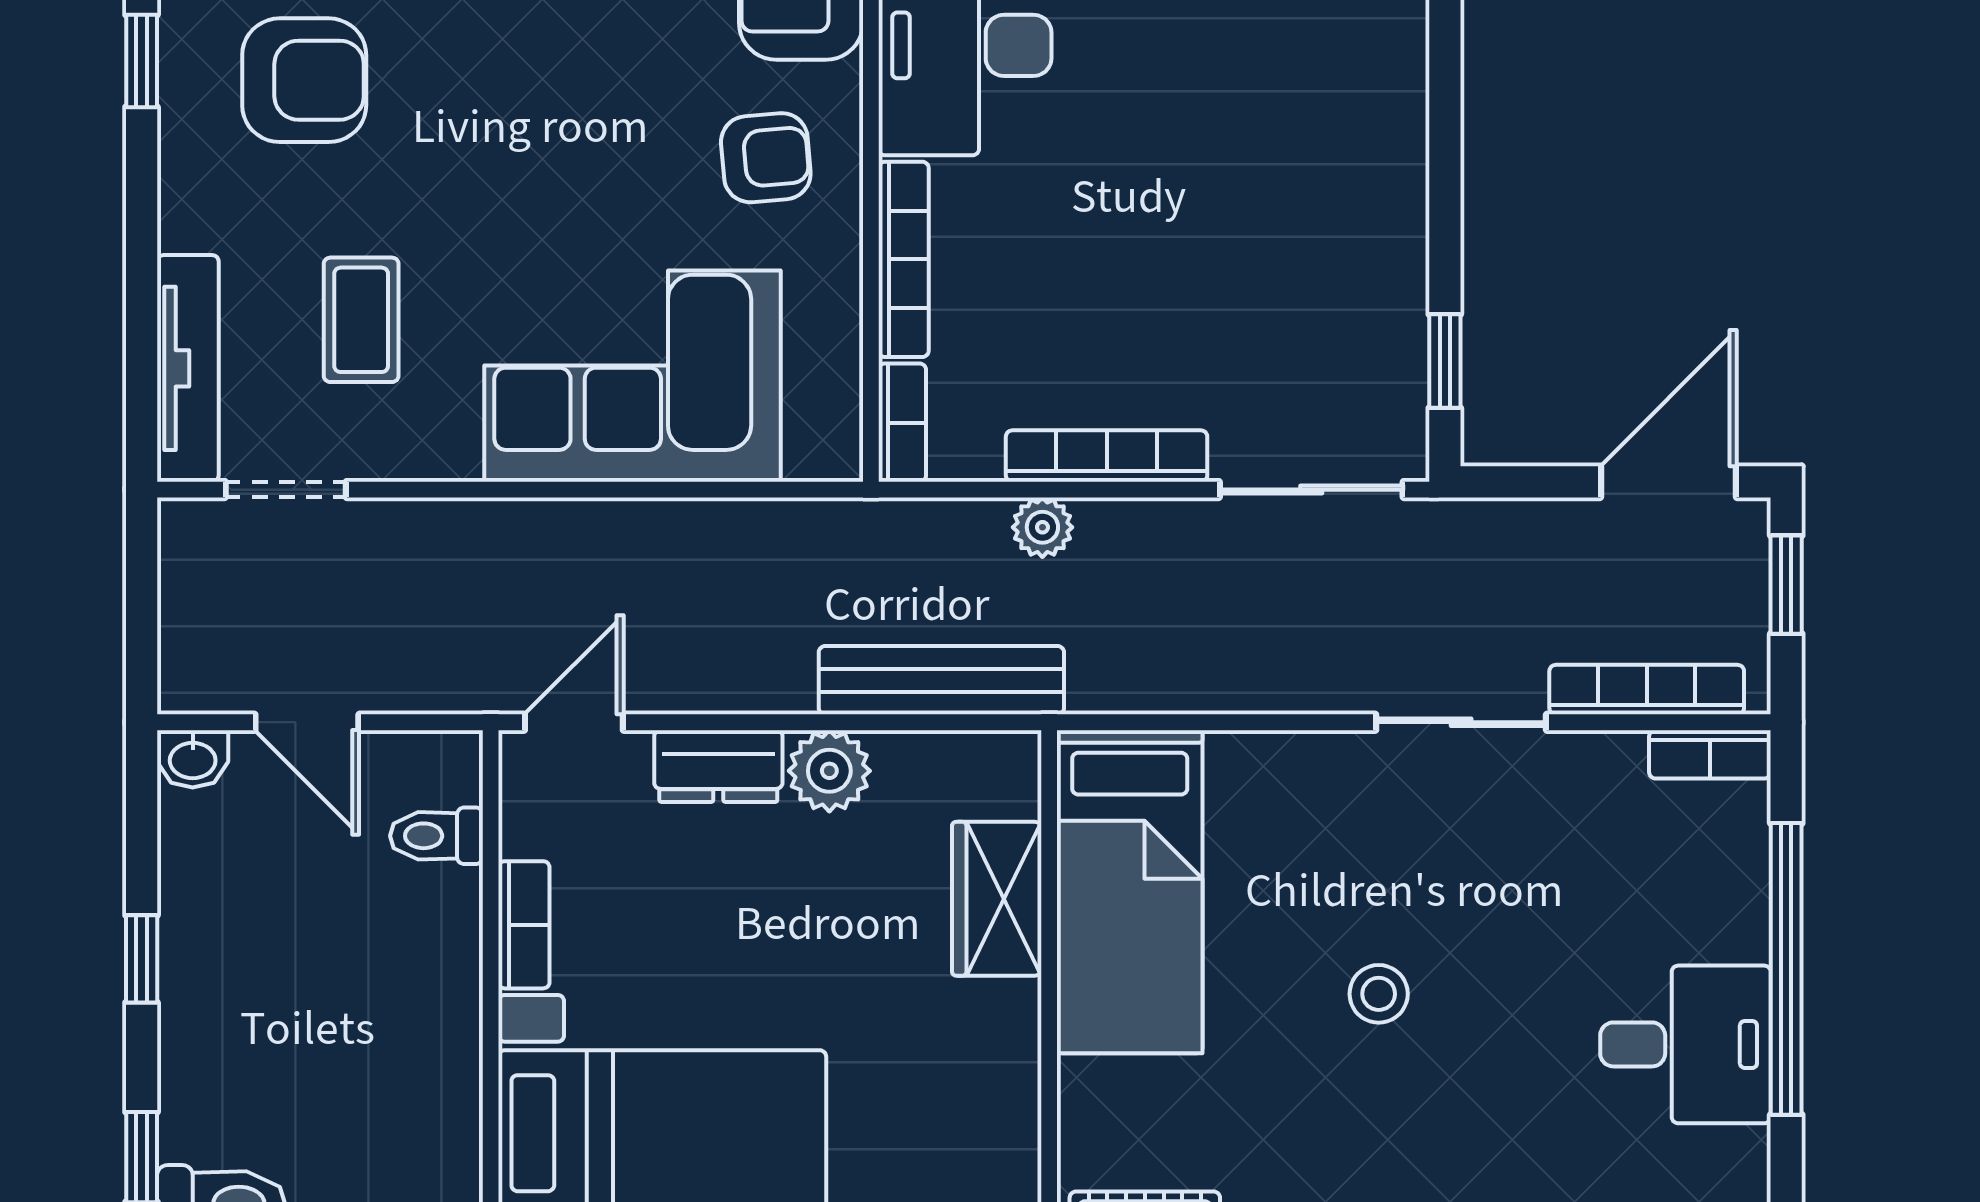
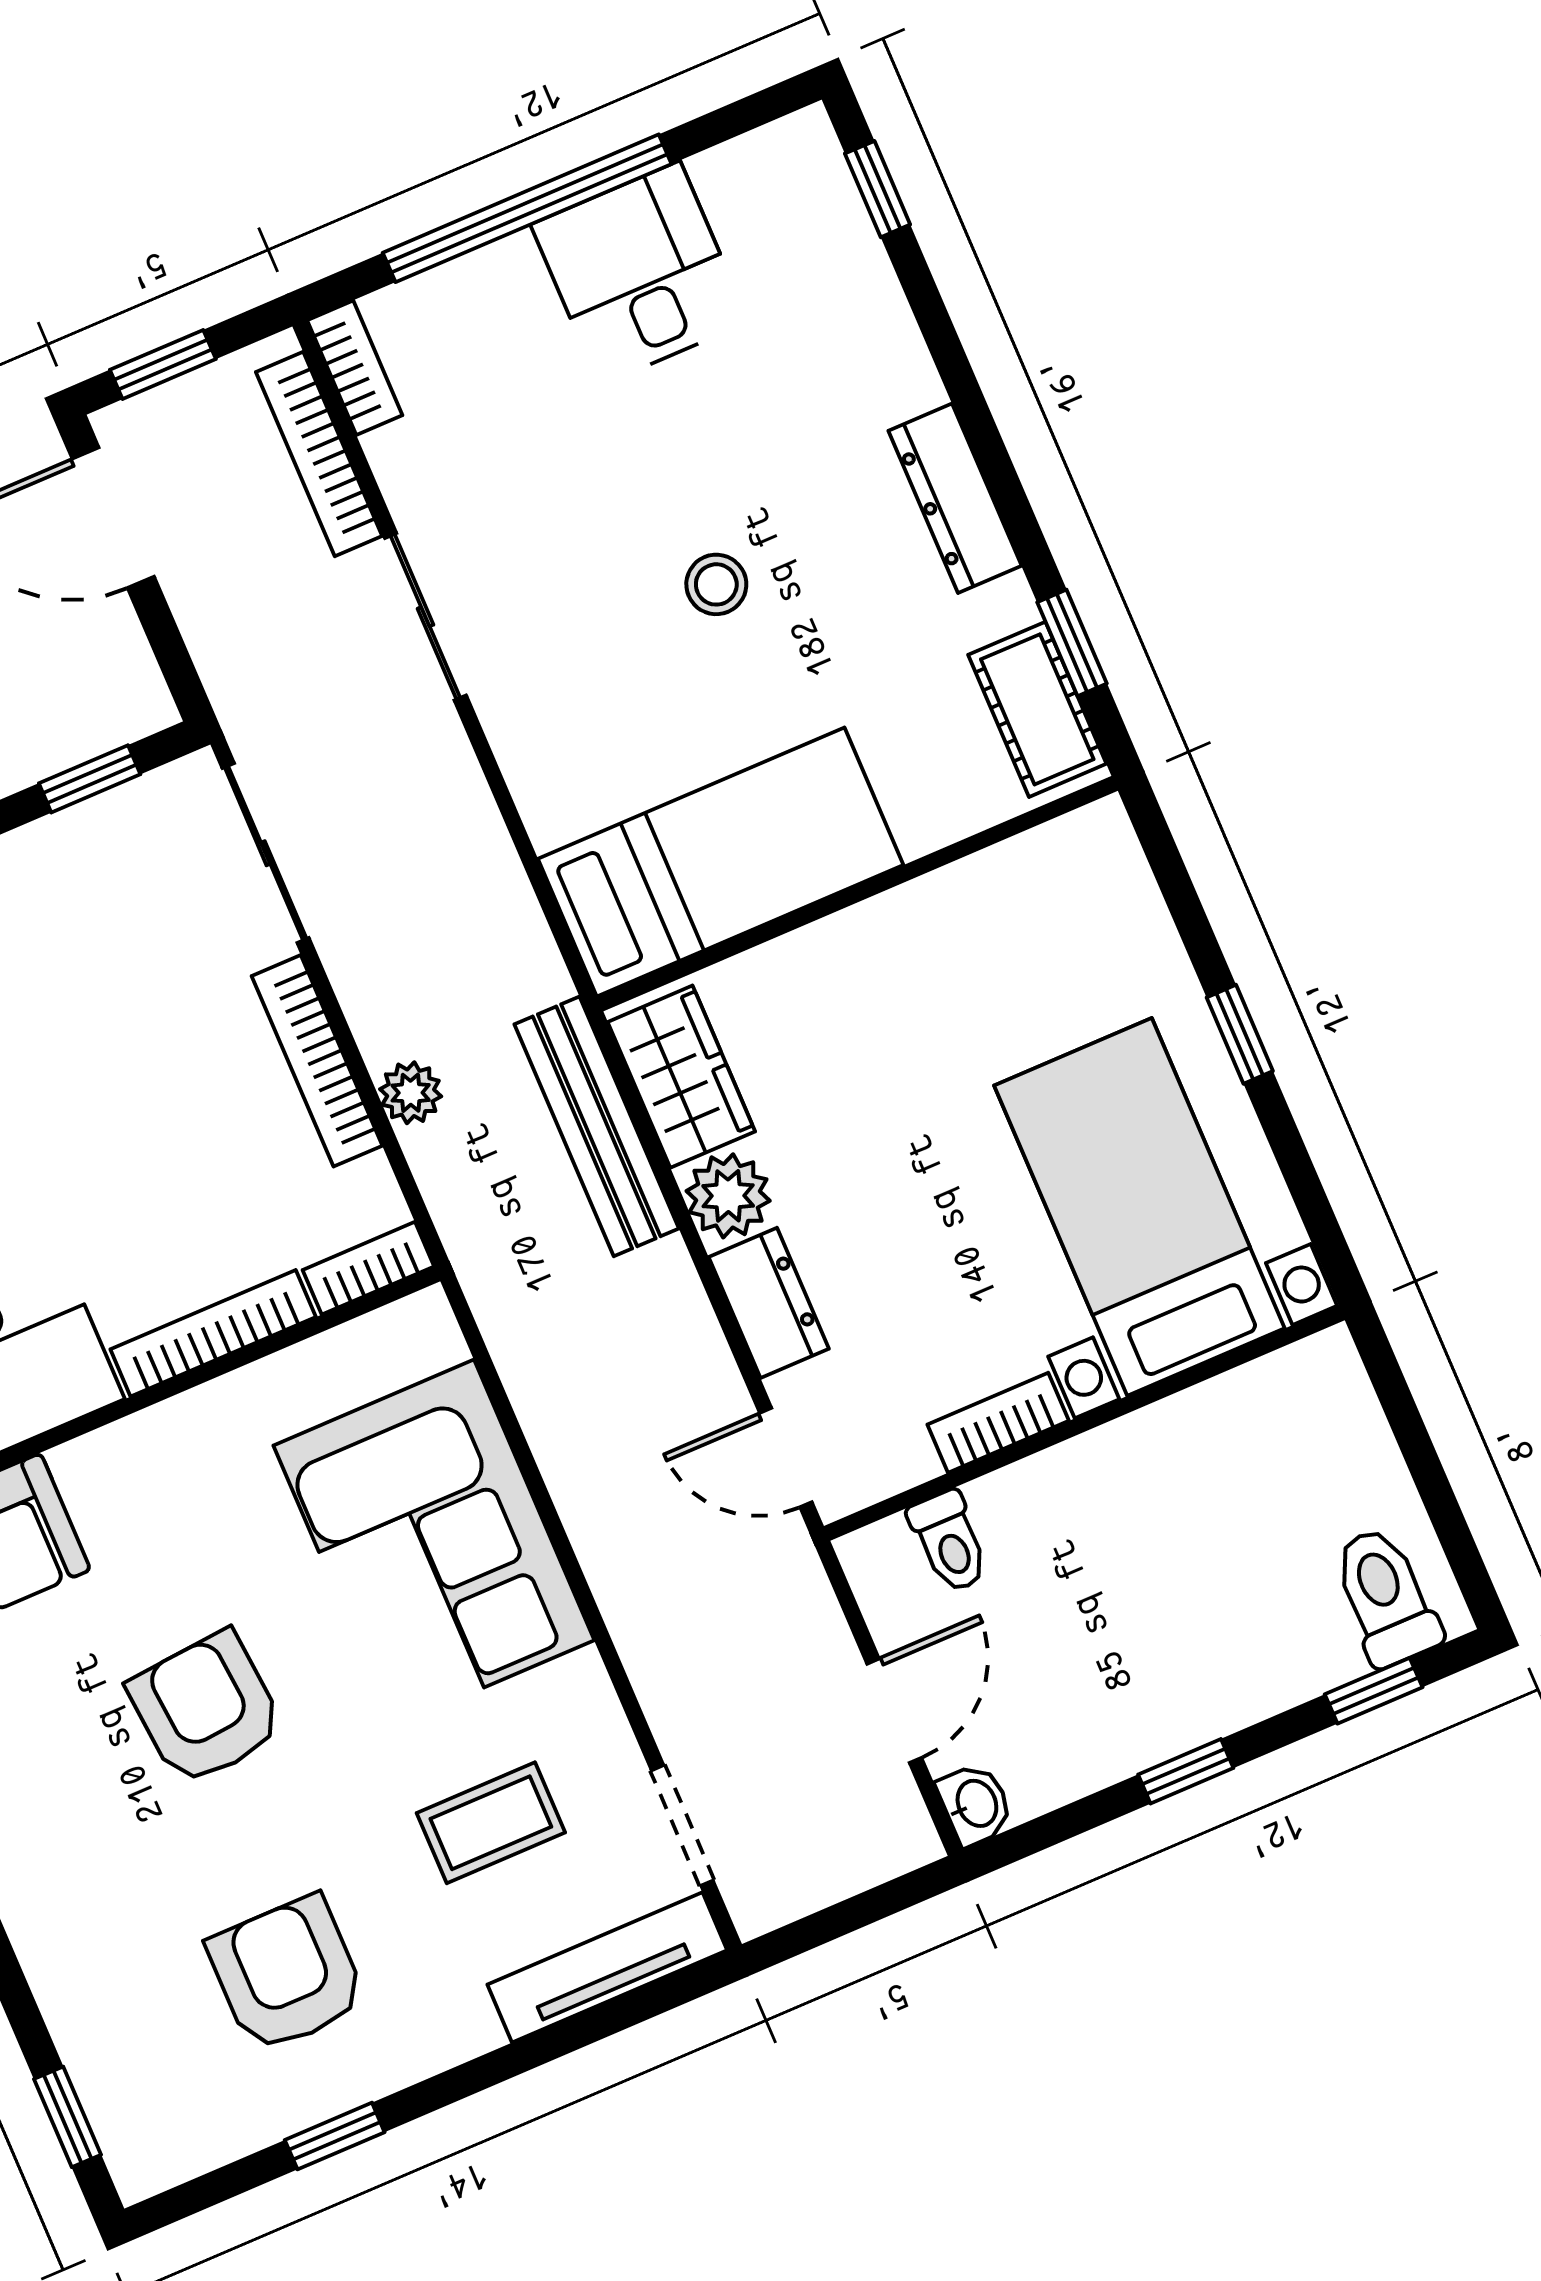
armchair: (766, 158) -> (206, 1708), moved, width x1.38, depth x1.38
wardrobe: (997, 899) -> (681, 1077), moved, turned -90

